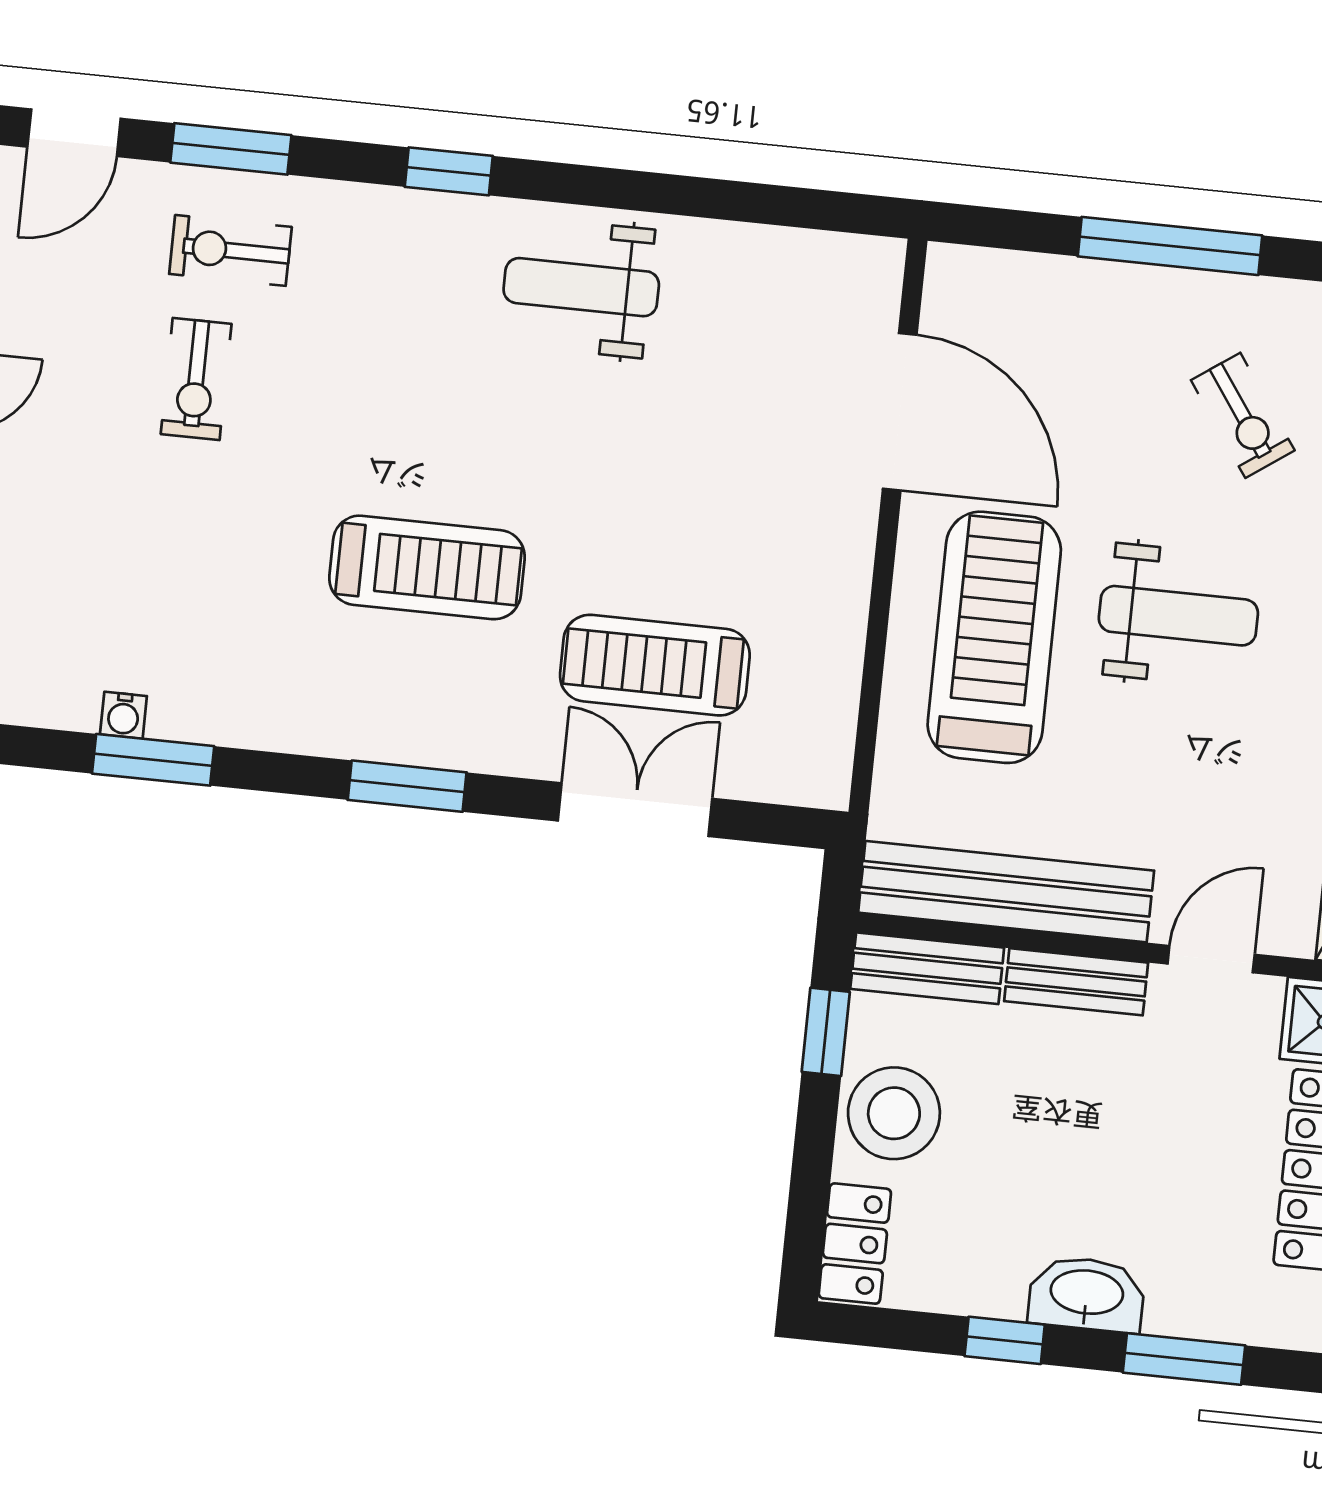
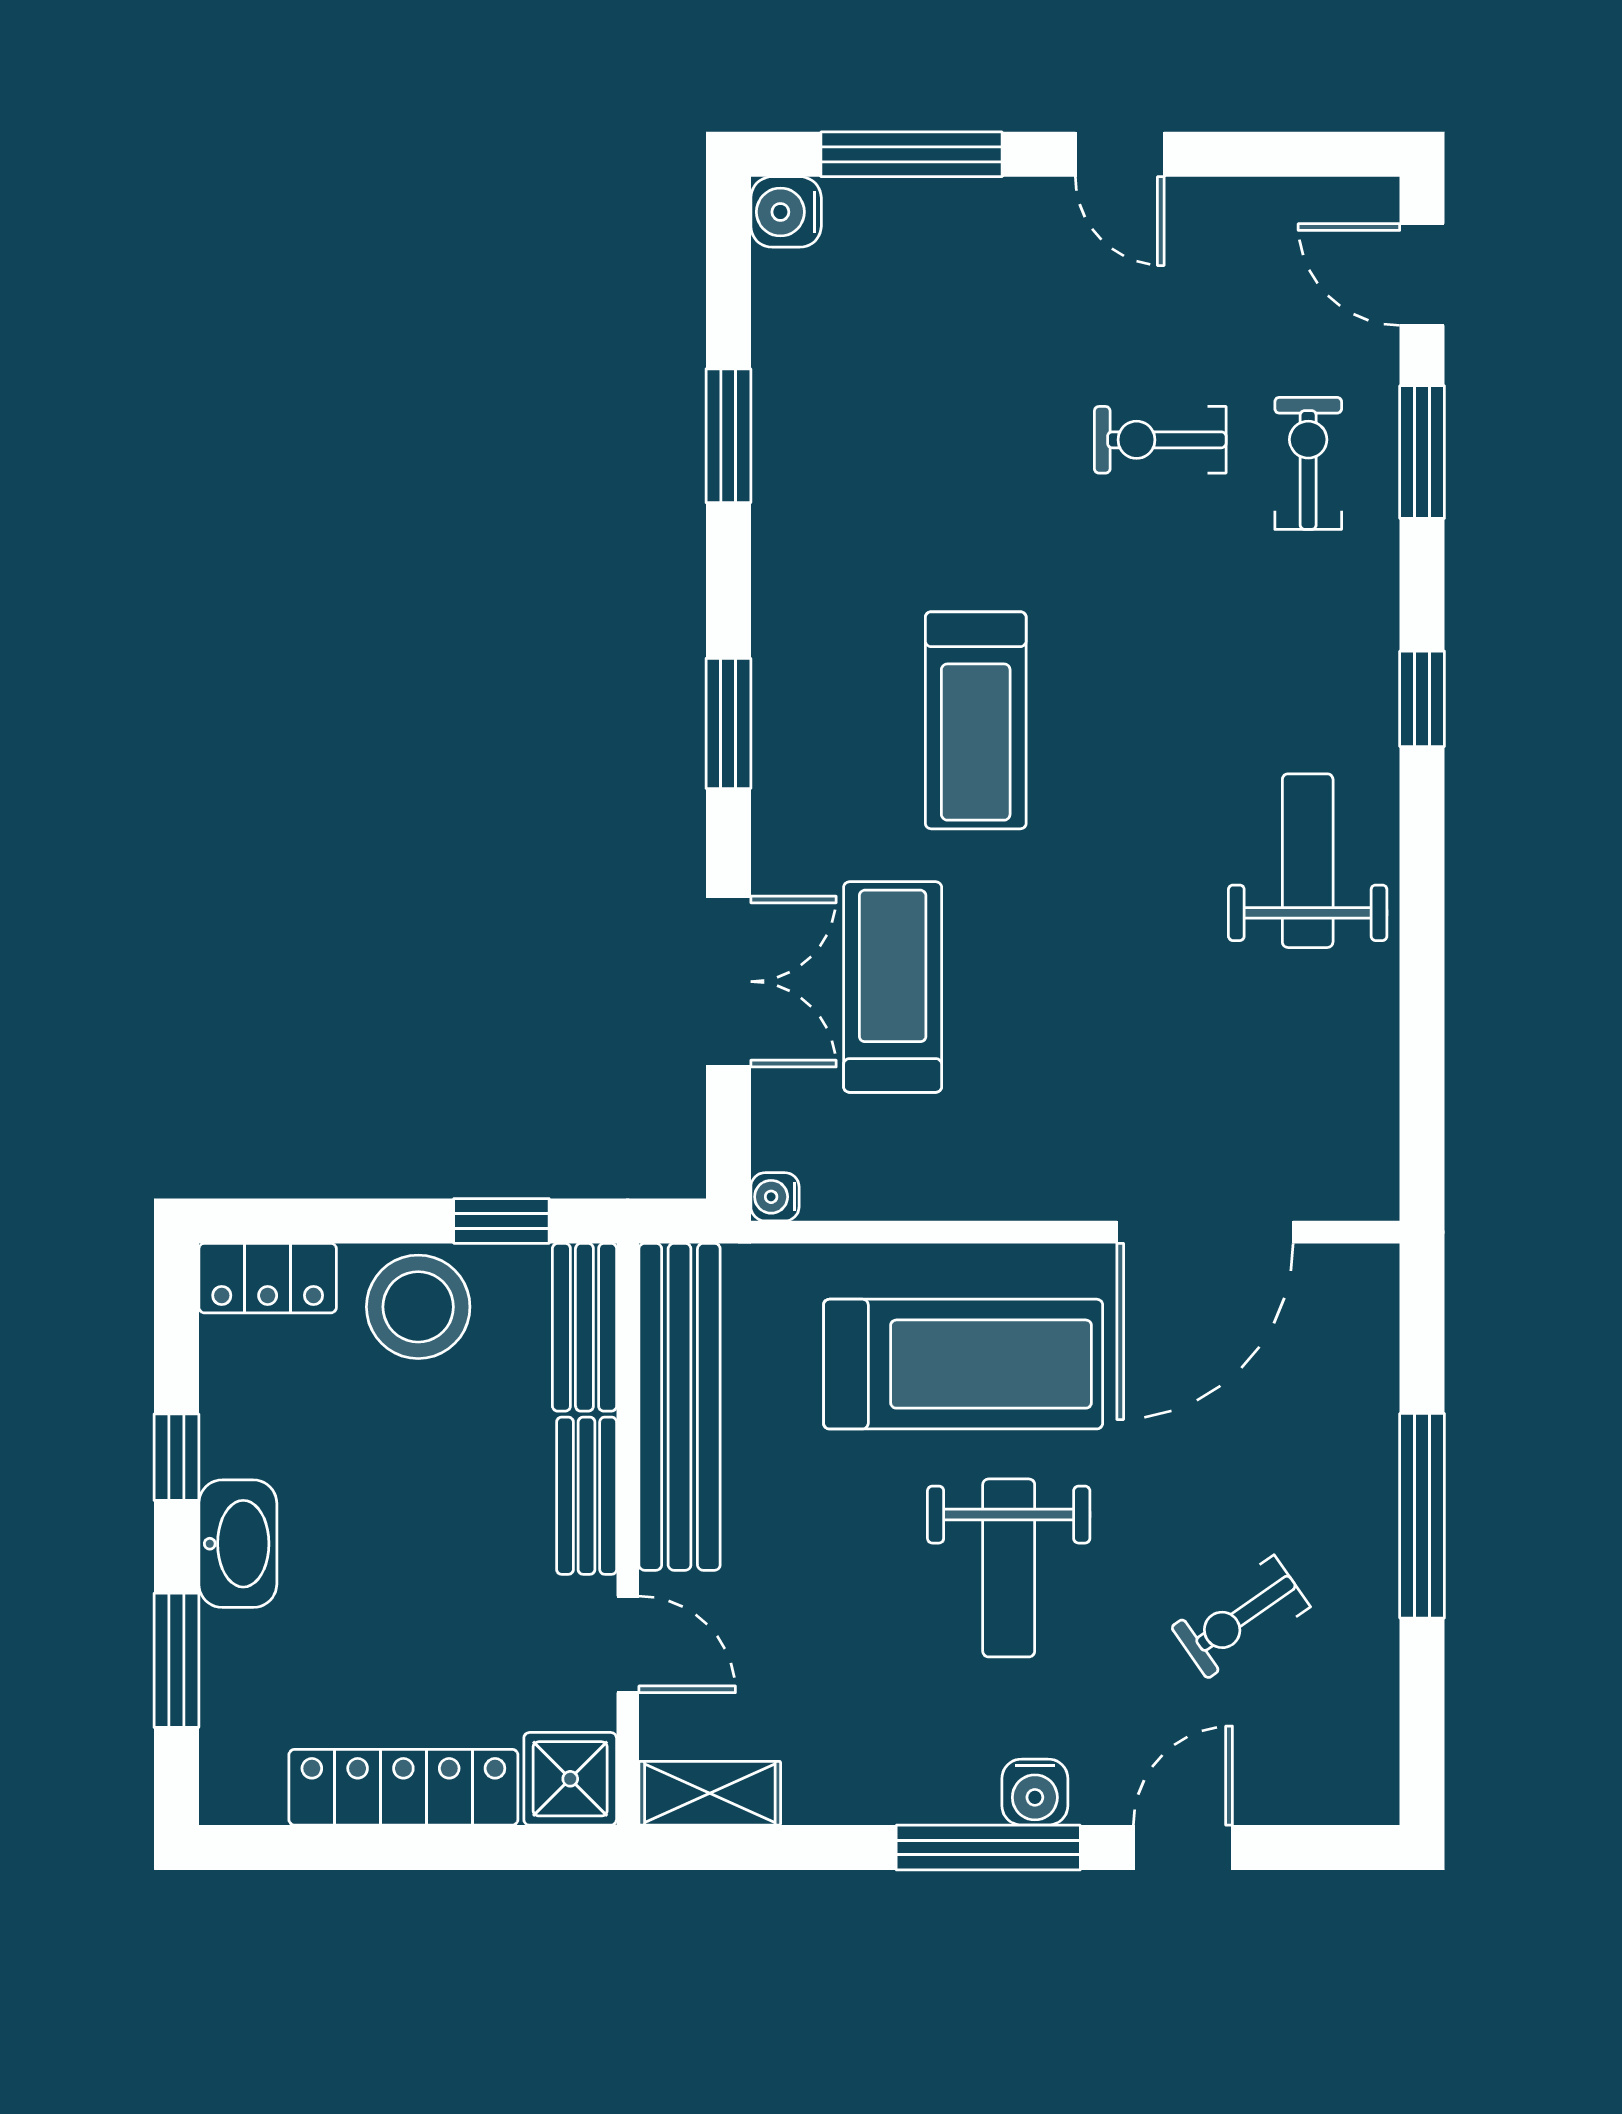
water cooler: (123, 715) -> (775, 1197), moved

